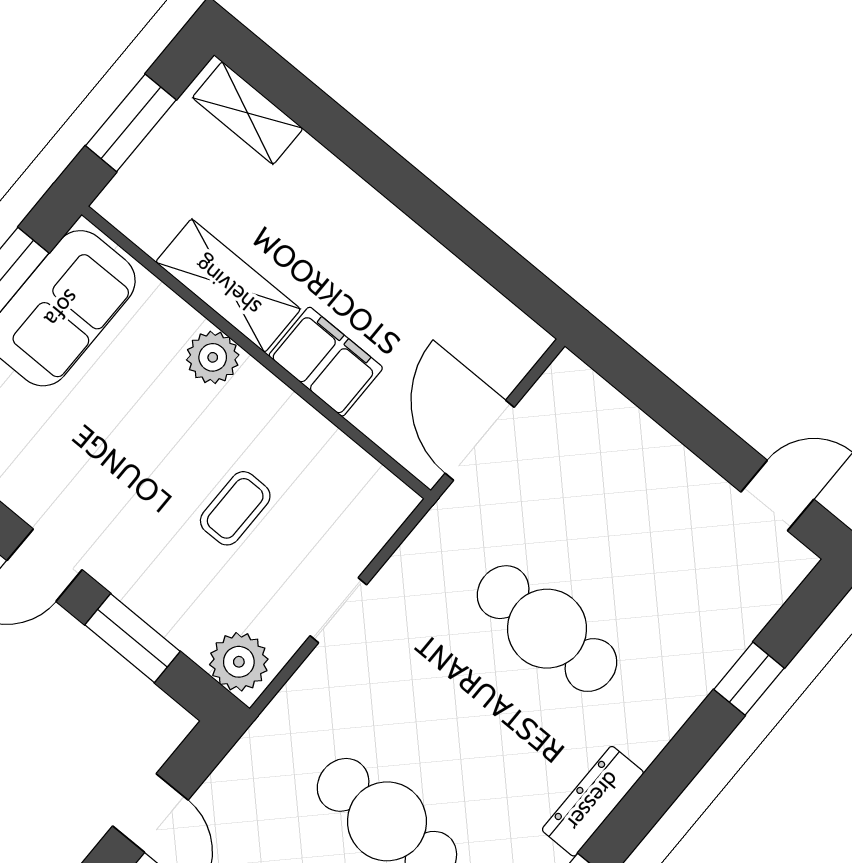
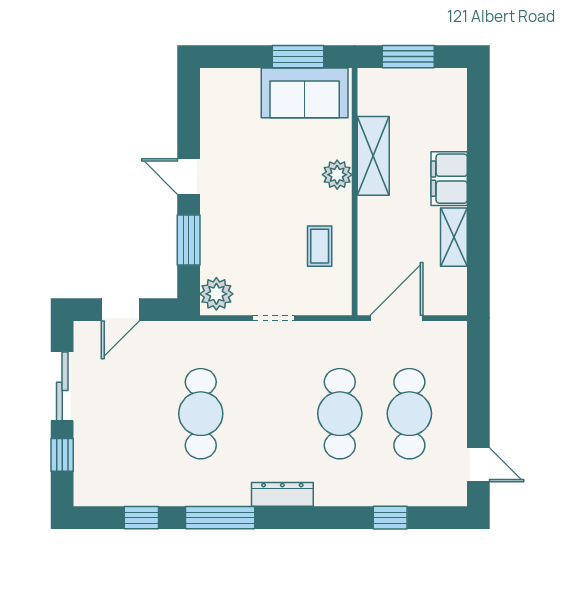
shelving: (248, 113) -> (454, 237), moved
filing cabinet: (326, 362) -> (449, 179), moved, turned 180
coffee table: (235, 508) -> (320, 246), moved, turned 90
cafe table: (627, 532) -> (409, 414), added

